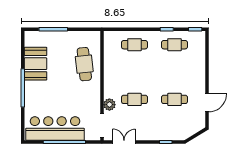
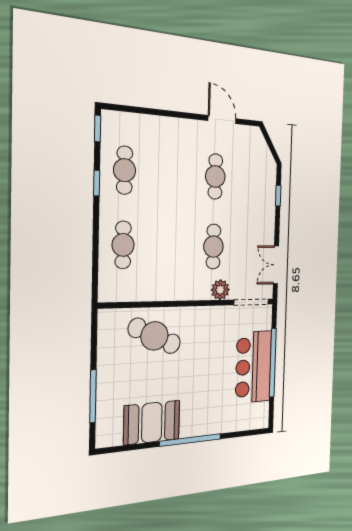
cafe table: (84, 64) -> (154, 336), turned 31
bar counter: (55, 129) -> (254, 367), width x0.73

